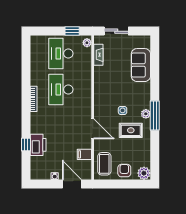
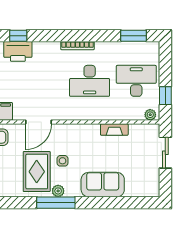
fireplace: (98, 55) -> (114, 130), moved
window: (26, 56) -> (133, 36), added
sofa: (141, 65) -> (103, 185), moved
desk: (61, 90) -> (90, 81), turned 180
rug: (131, 130) -> (37, 172), width x1.36, depth x1.43

